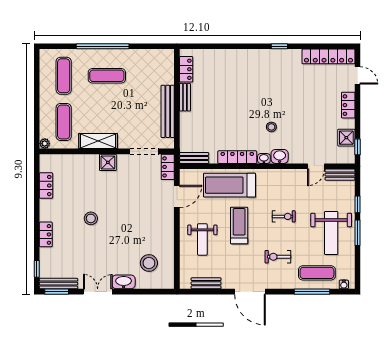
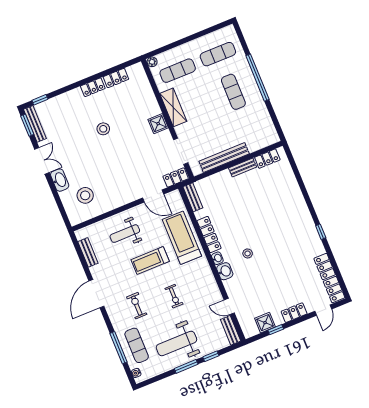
window: (358, 147) -> (276, 330), moved
treadmill: (239, 225) -> (150, 261), turned 180
locker: (46, 234) -> (93, 87), moved

